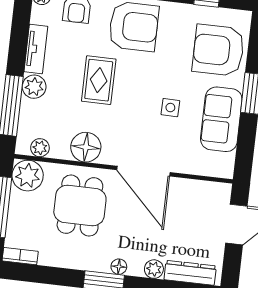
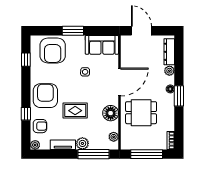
sofa: (221, 119) -> (102, 45), moved
plant: (28, 176) -> (129, 141), removed

